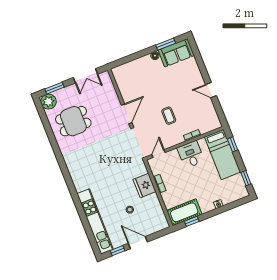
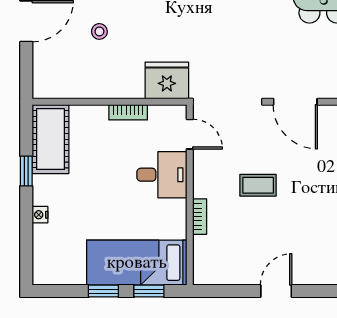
desk: (191, 155) -> (162, 175), moved
window: (246, 178) -> (103, 291), moved
fridge: (145, 186) -> (167, 80), moved
window: (192, 221) -> (26, 171), moved

